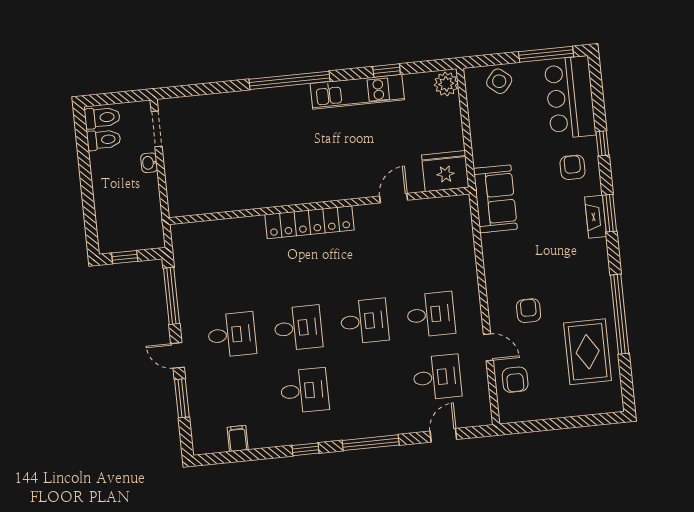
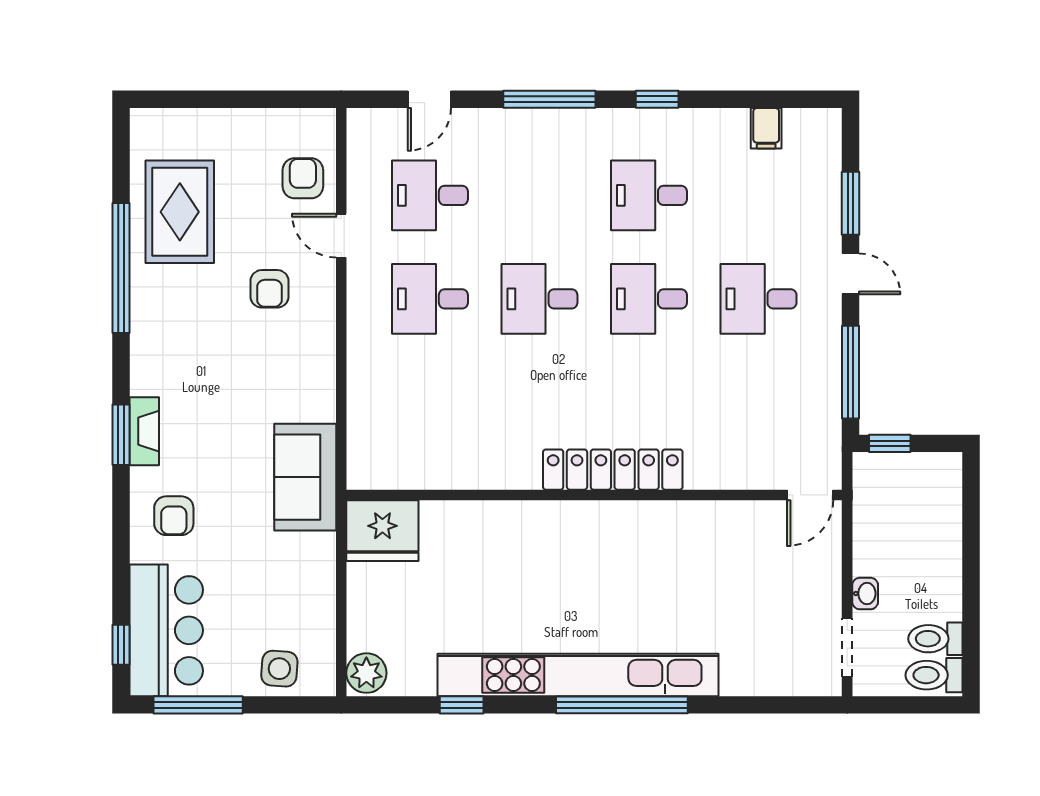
side table: (499, 81) -> (279, 669), turned -35
kitchen unit: (357, 92) -> (578, 675), width x1.86
window: (602, 143) -> (121, 645), moved
door: (394, 198) -> (810, 495), moved
window: (125, 257) -> (890, 443), moved

